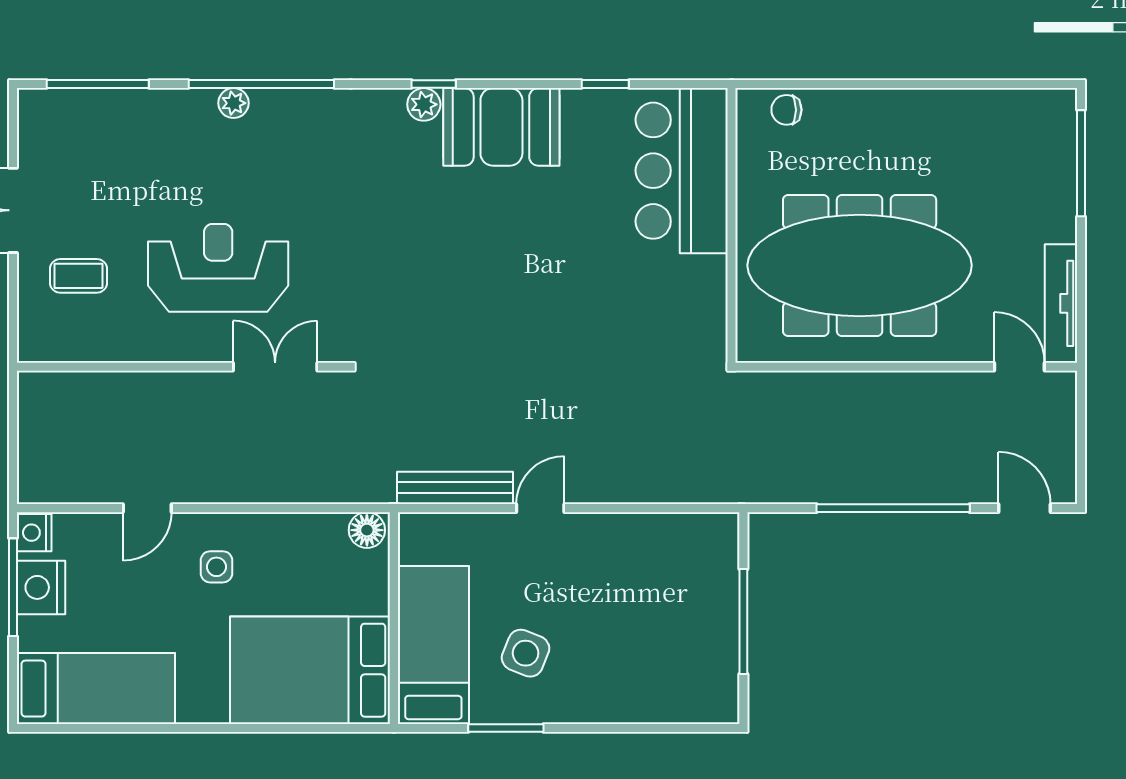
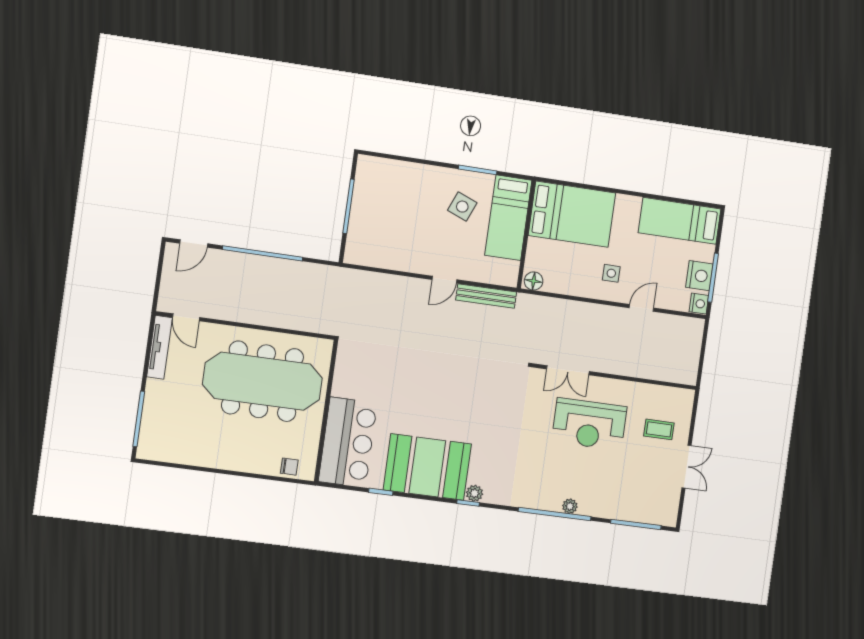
booth: (501, 127) -> (427, 467), width x1.36, depth x1.42
door: (1025, 508) -> (194, 244), hinge flipped

